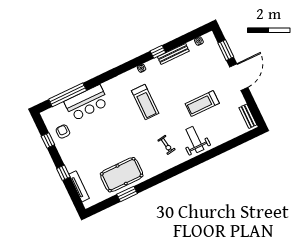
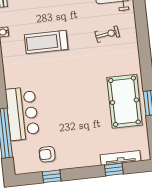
treadmill: (145, 102) -> (46, 42), turned 180
window: (63, 173) -> (114, 169), moved

